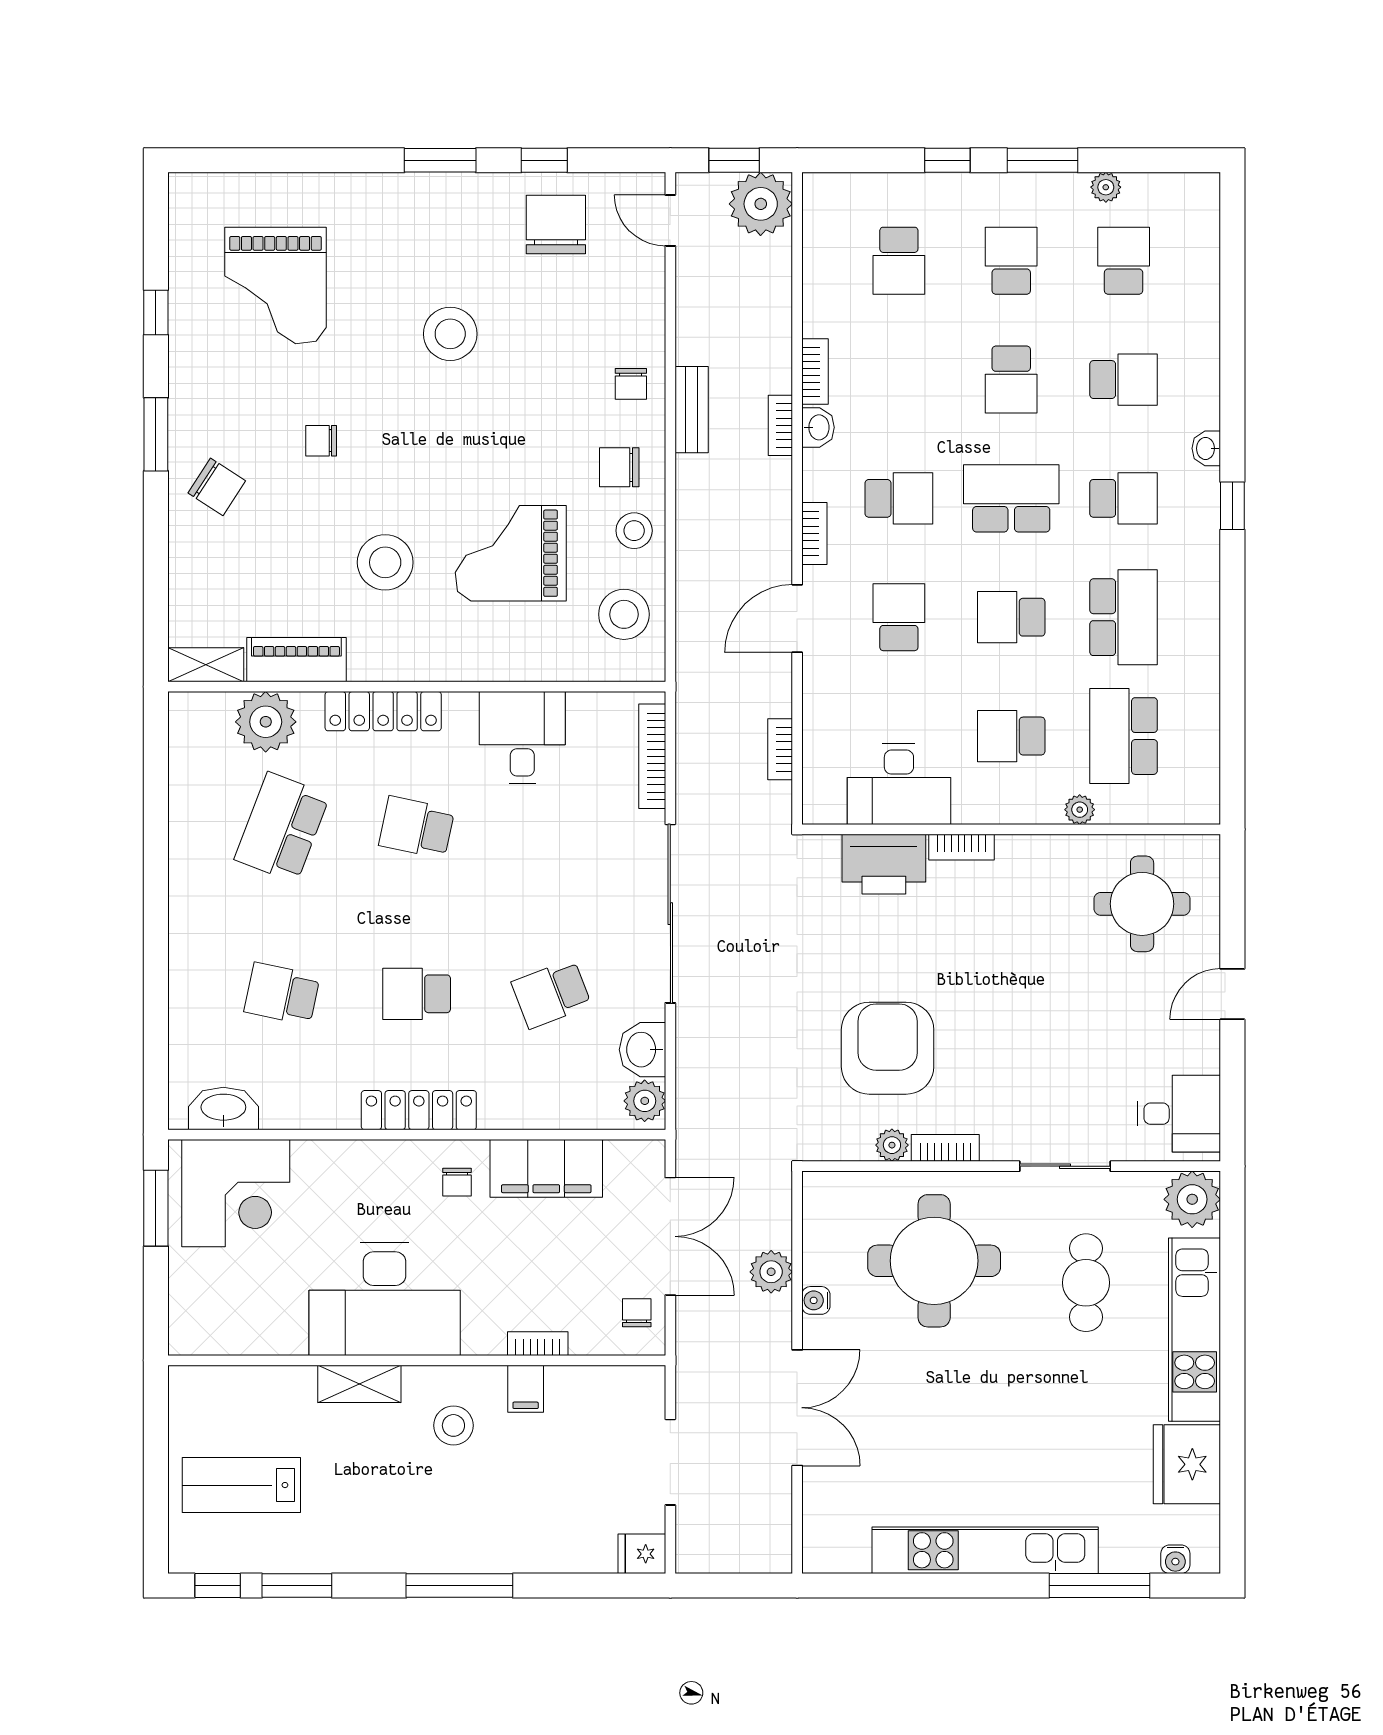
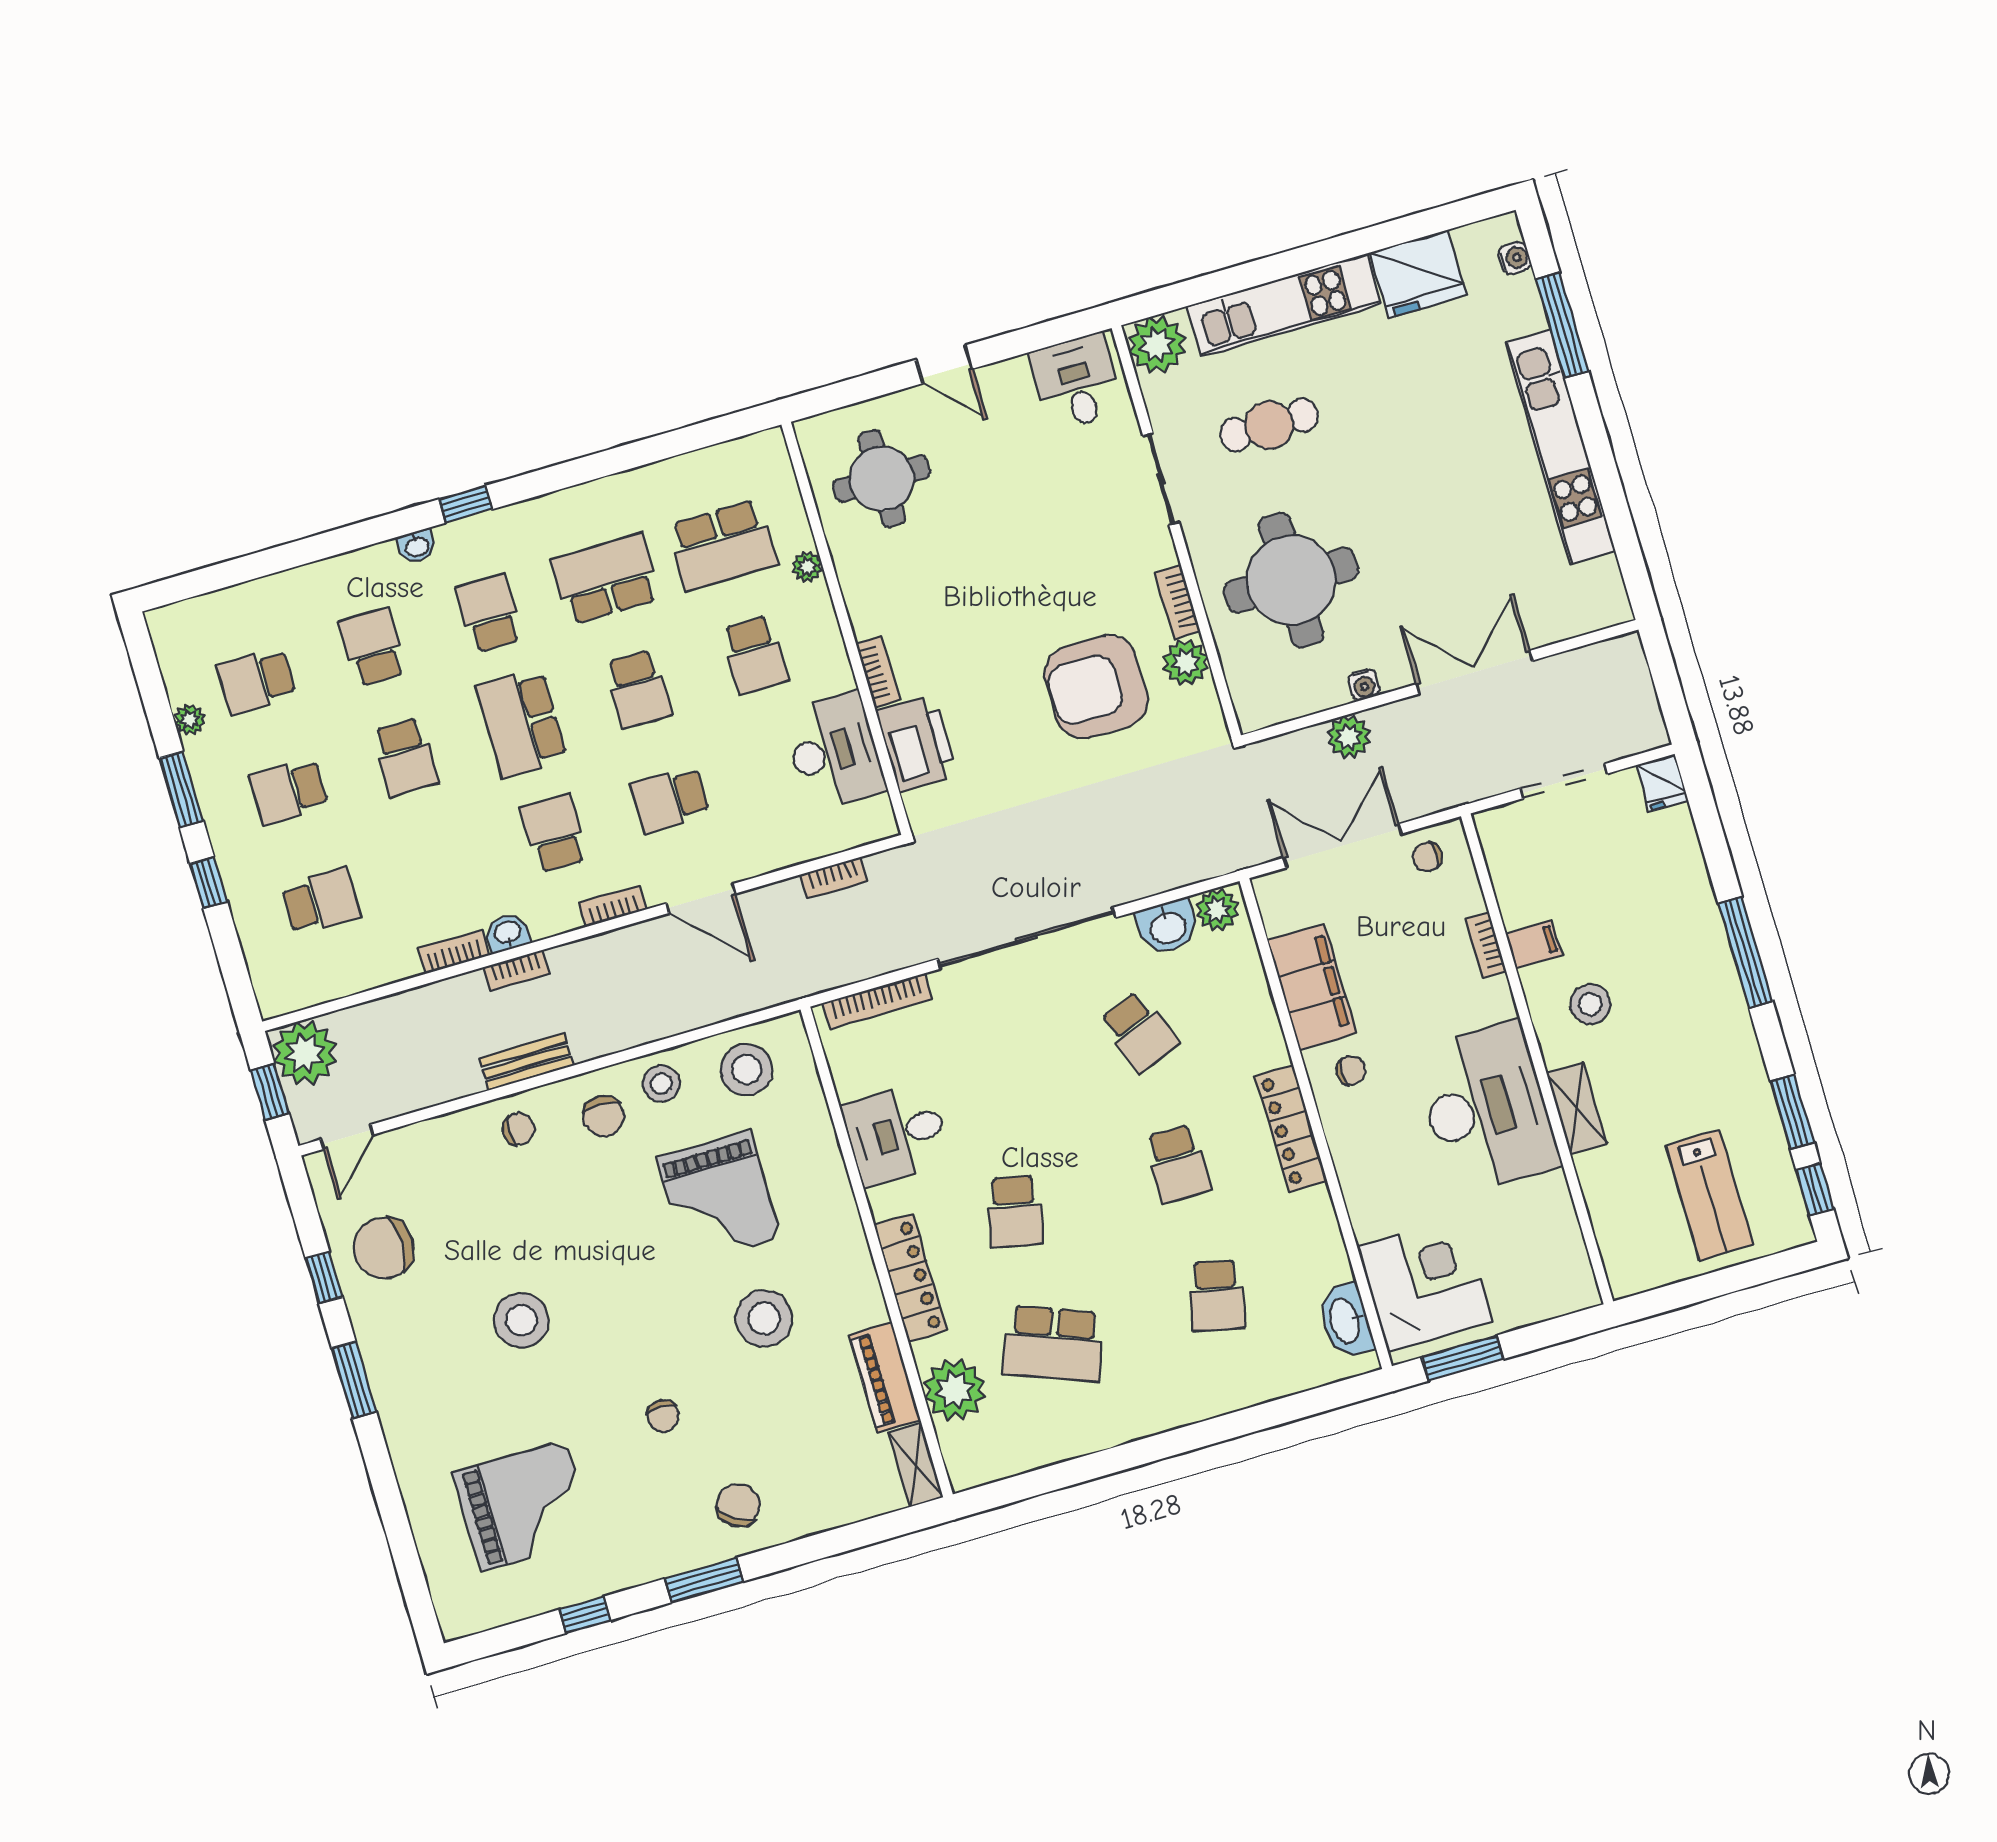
school desk: (1011, 380) -> (405, 757), turned 90
plant: (892, 1145) -> (1186, 662), width x1.38, depth x1.38

